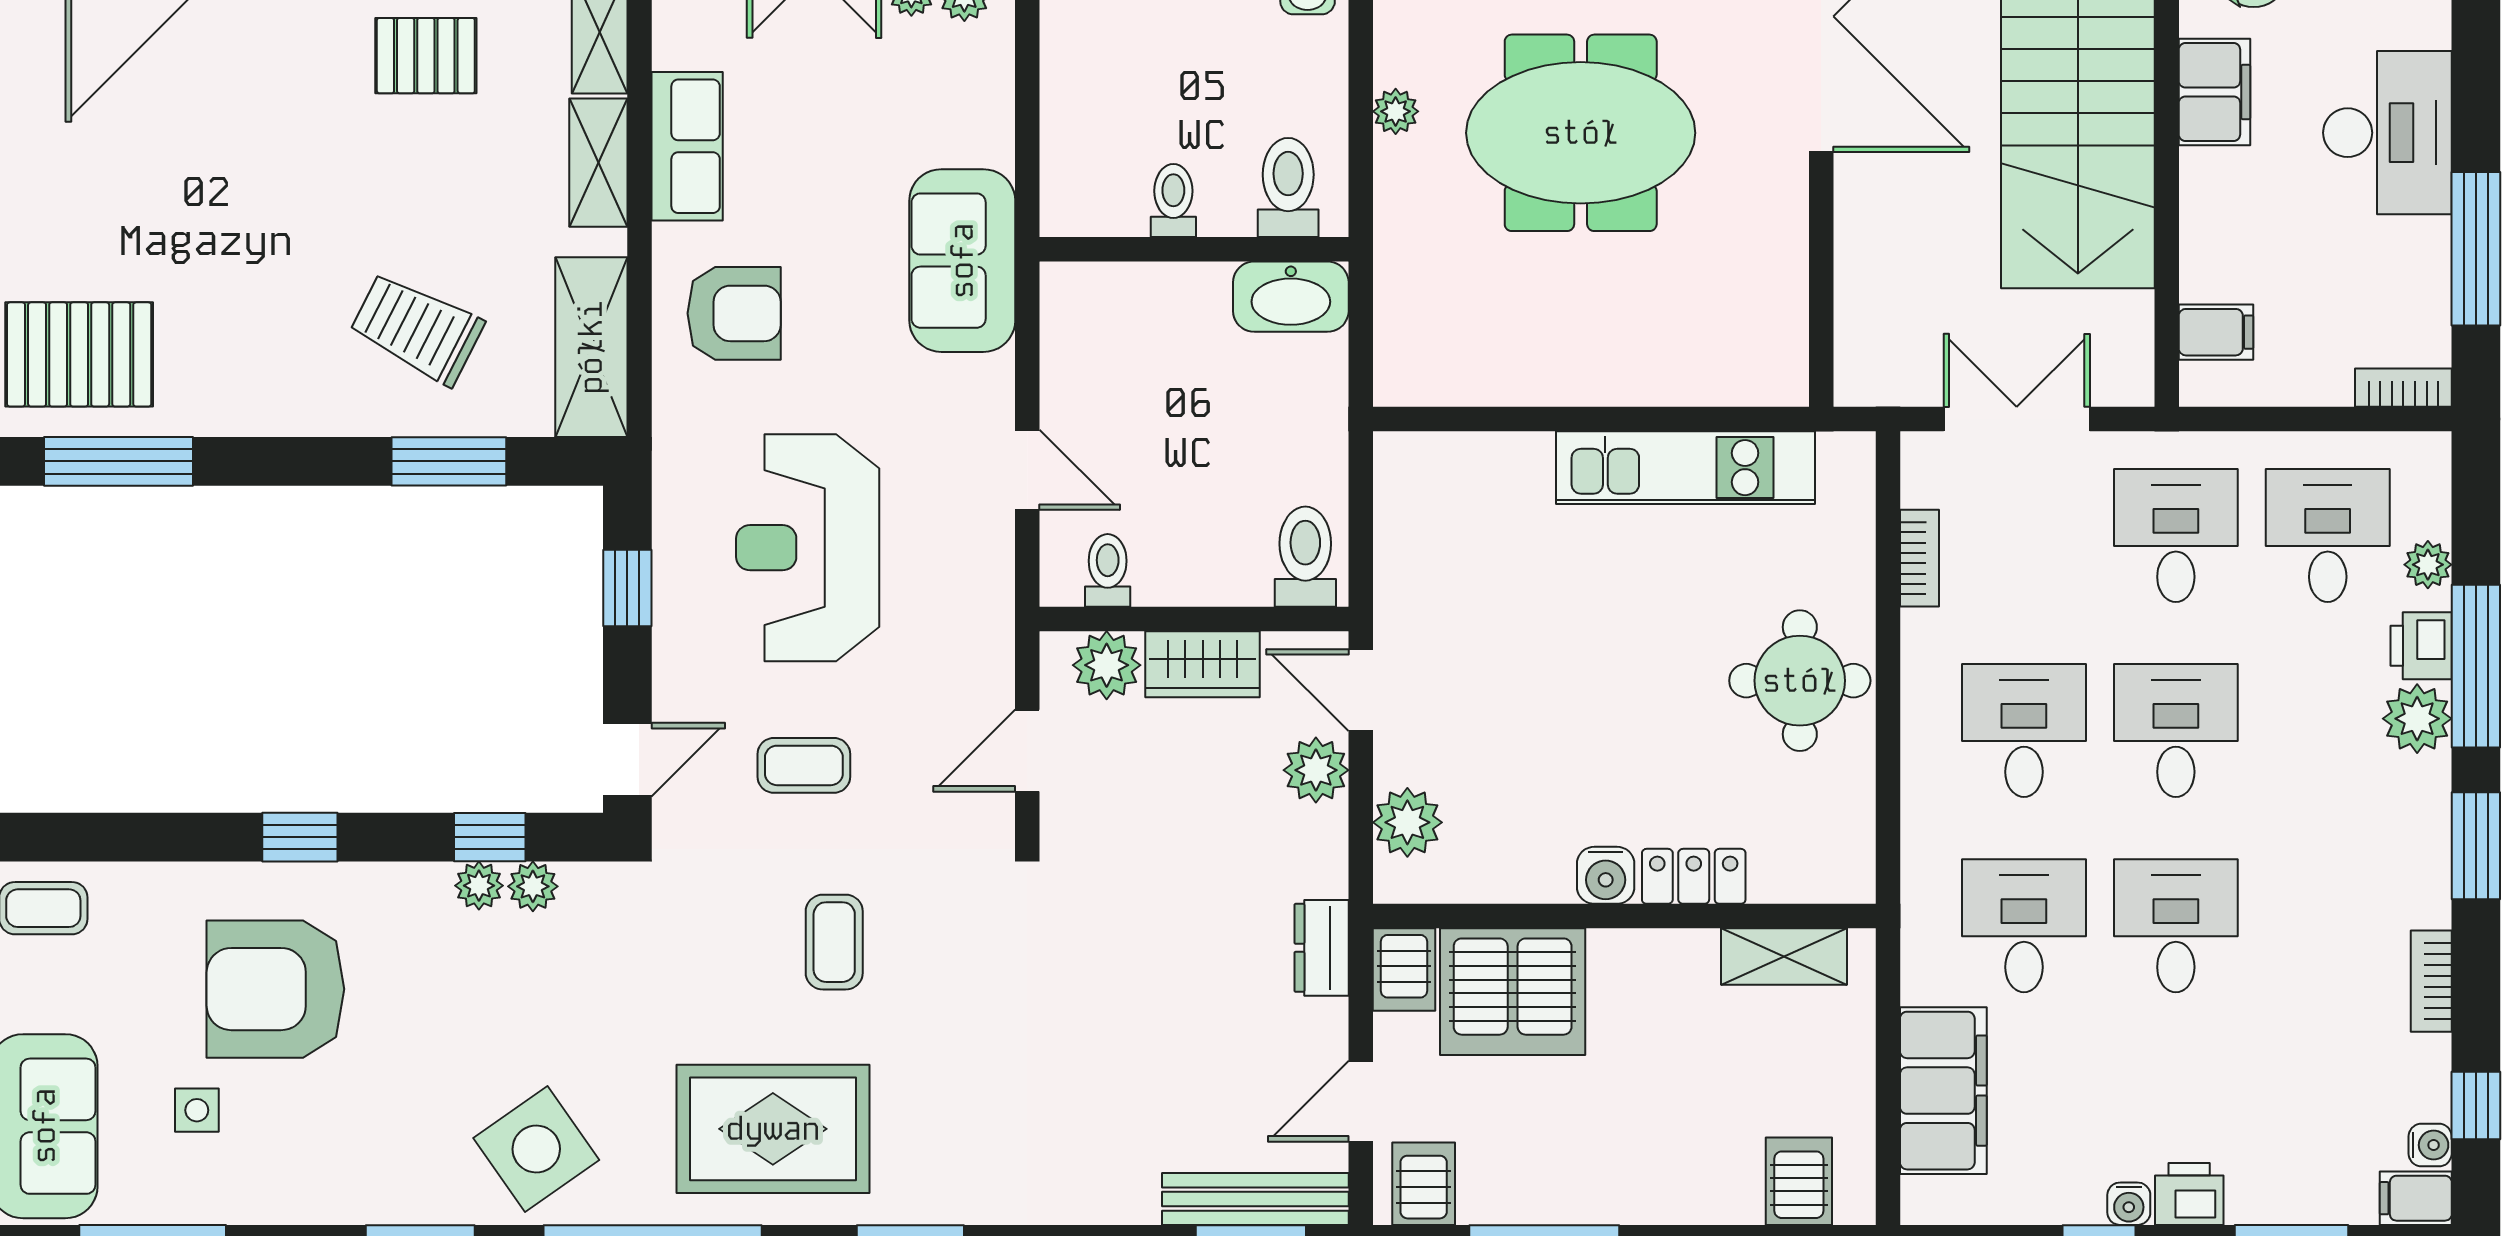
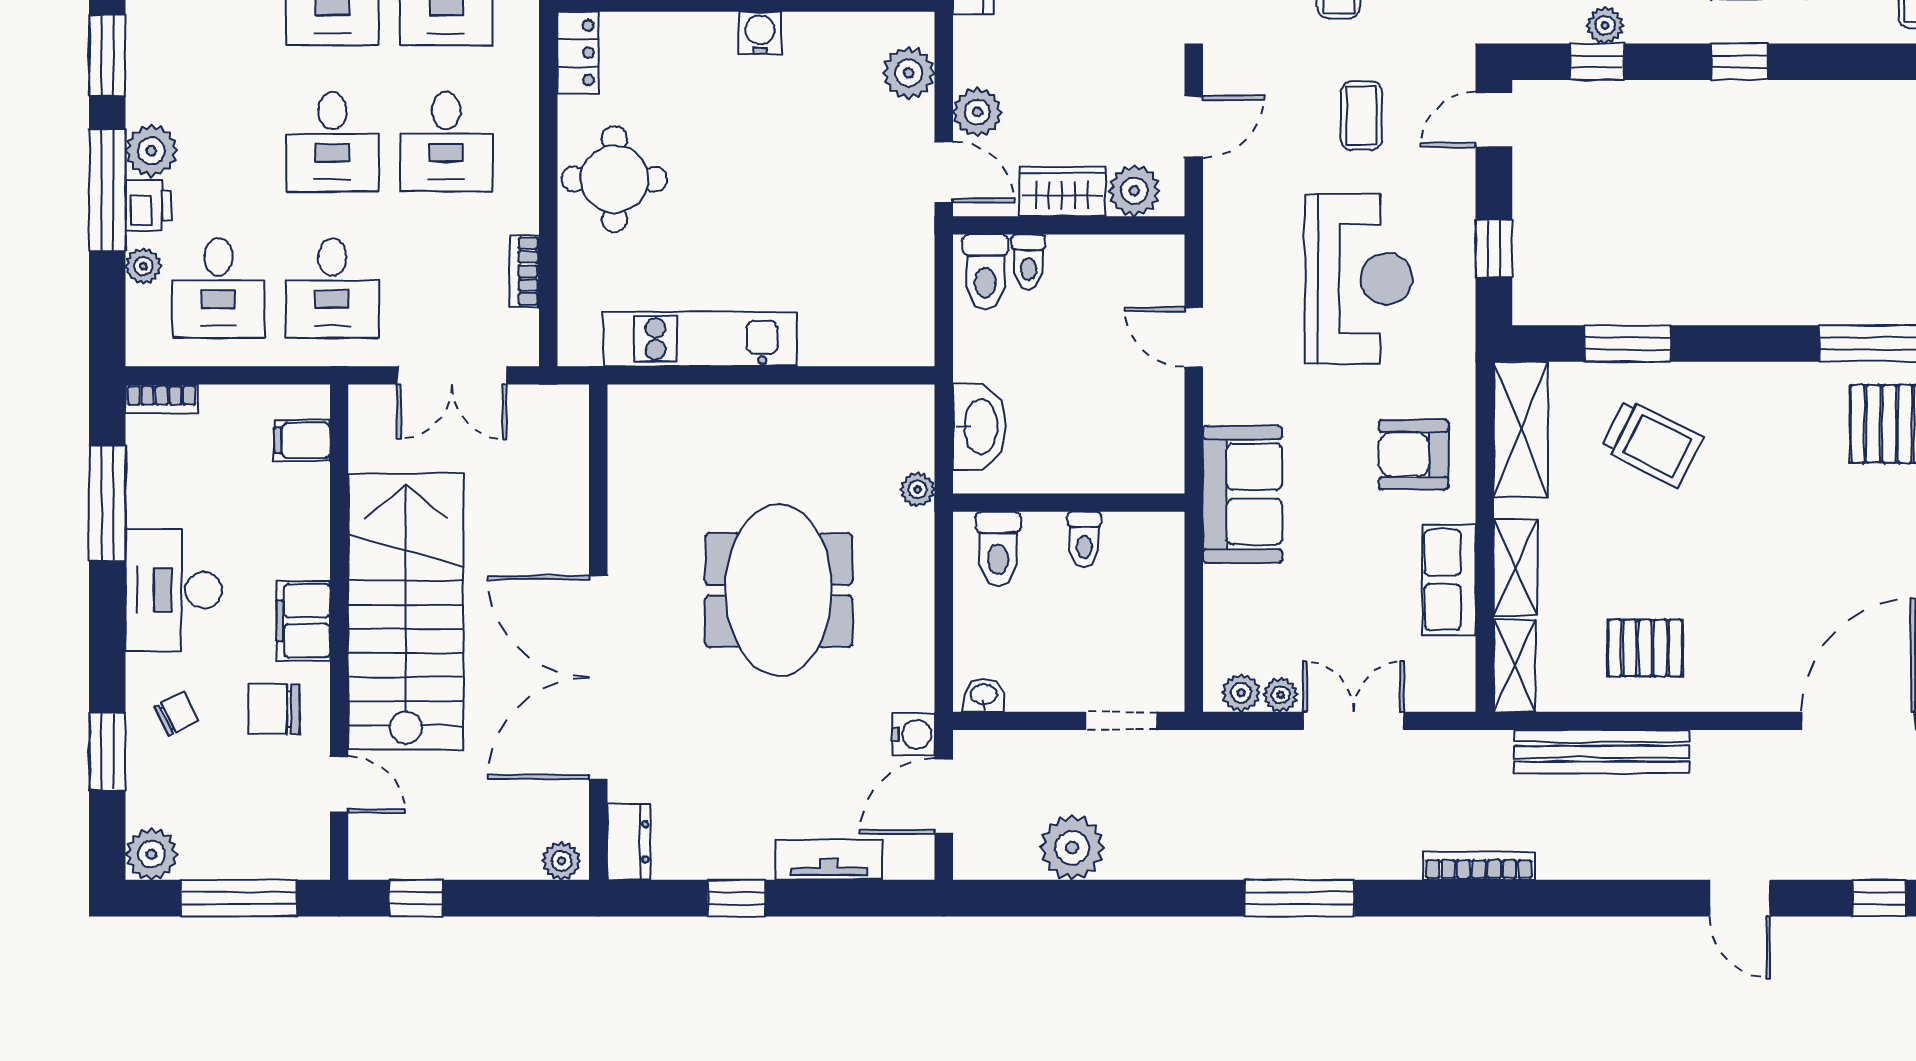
plant: (1396, 111) -> (918, 490), moved
meeting table: (1581, 133) -> (779, 590), turned 90
washbasin: (1291, 297) -> (979, 427), moved, turned 90
toilet: (1108, 570) -> (1029, 262), moved
coffee table: (804, 765) -> (1361, 116), turned 90
locker: (1694, 876) -> (578, 53), moved, turned -90
plant: (533, 886) -> (1565, 25), removed

